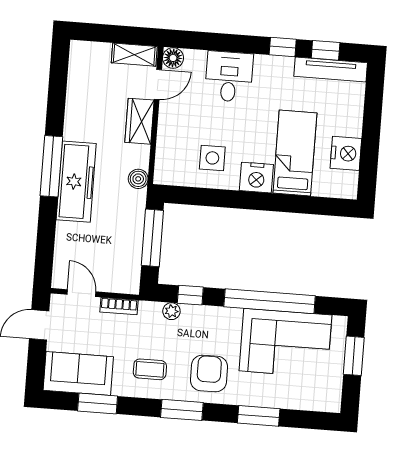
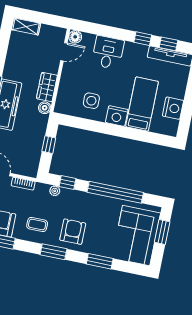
shelving: (134, 55) -> (26, 26), moved
wardrobe: (139, 121) -> (47, 87), moved
window: (152, 238) -> (49, 145), width x0.46
corner sofa: (285, 343) -> (136, 236), moved, turned 90

